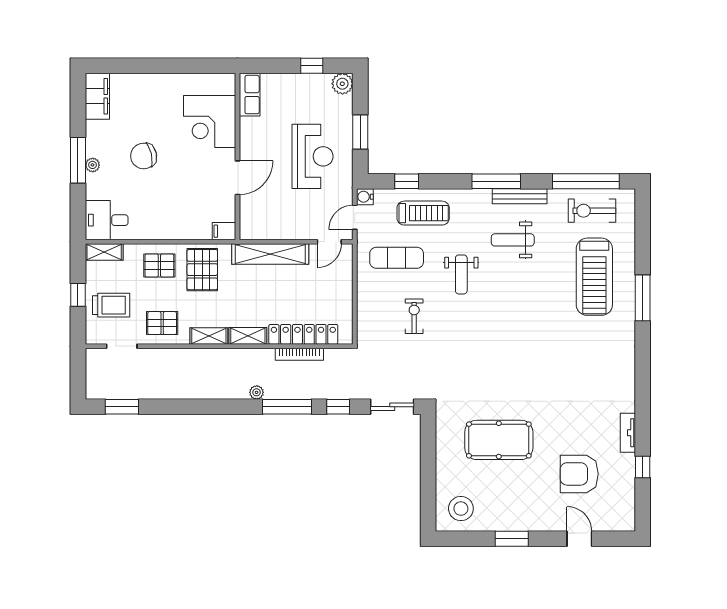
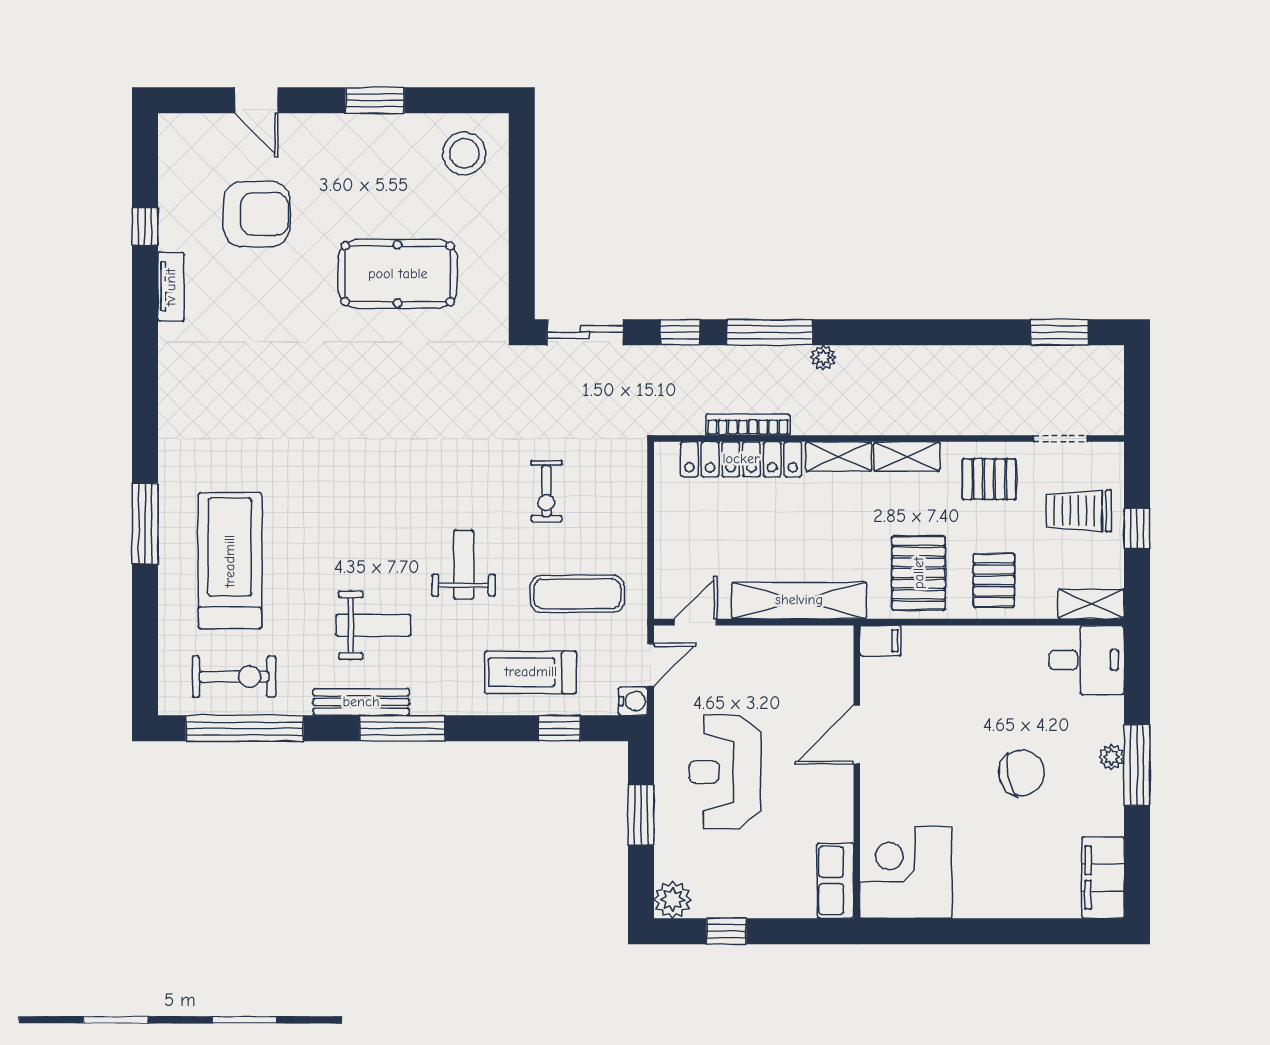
corner desk: (210, 122) -> (906, 873), moved, turned -90
pallet: (159, 266) -> (994, 580), turned 90

